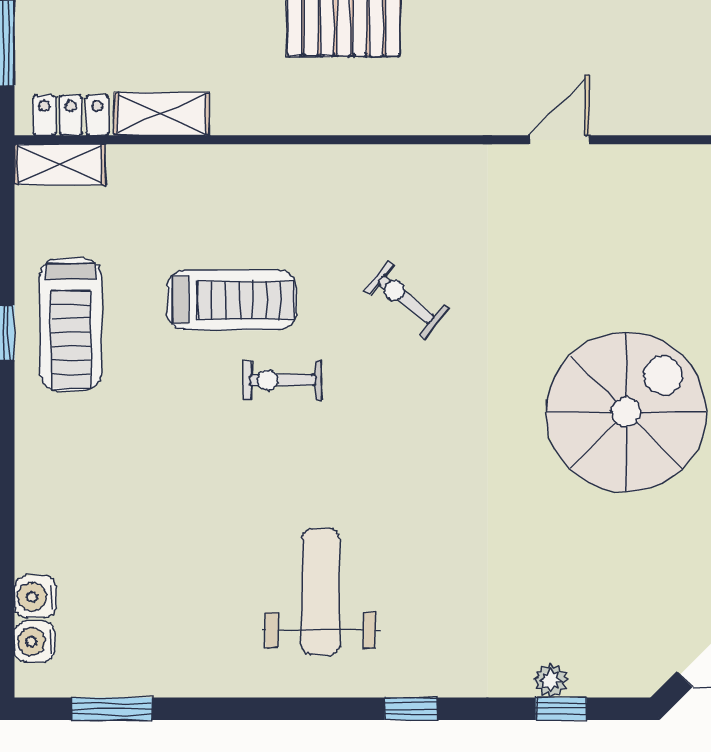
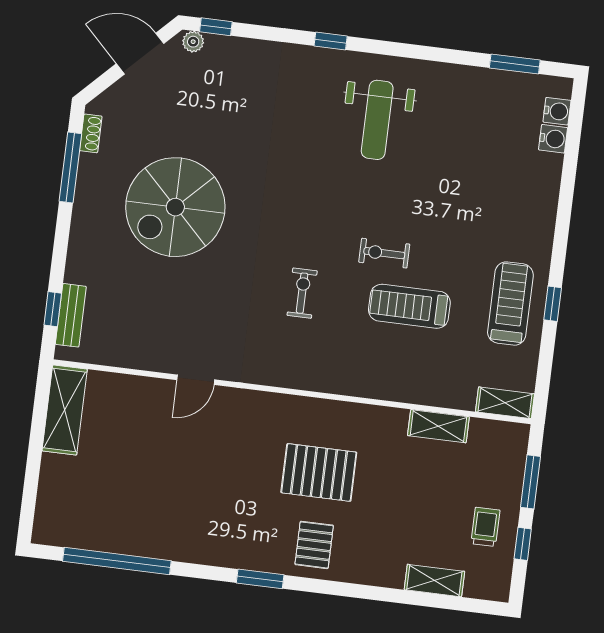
locker: (71, 115) -> (494, 432), removed
exercise bike: (406, 300) -> (302, 293), turned -129
exercise bike: (283, 380) -> (384, 253), turned 180
plant: (551, 680) -> (193, 42), moved
window: (561, 709) -> (216, 27), moved

